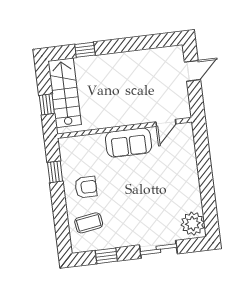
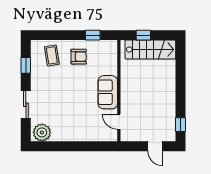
window: (85, 50) -> (180, 125), moved
armchair: (86, 187) -> (79, 57), turned -90

